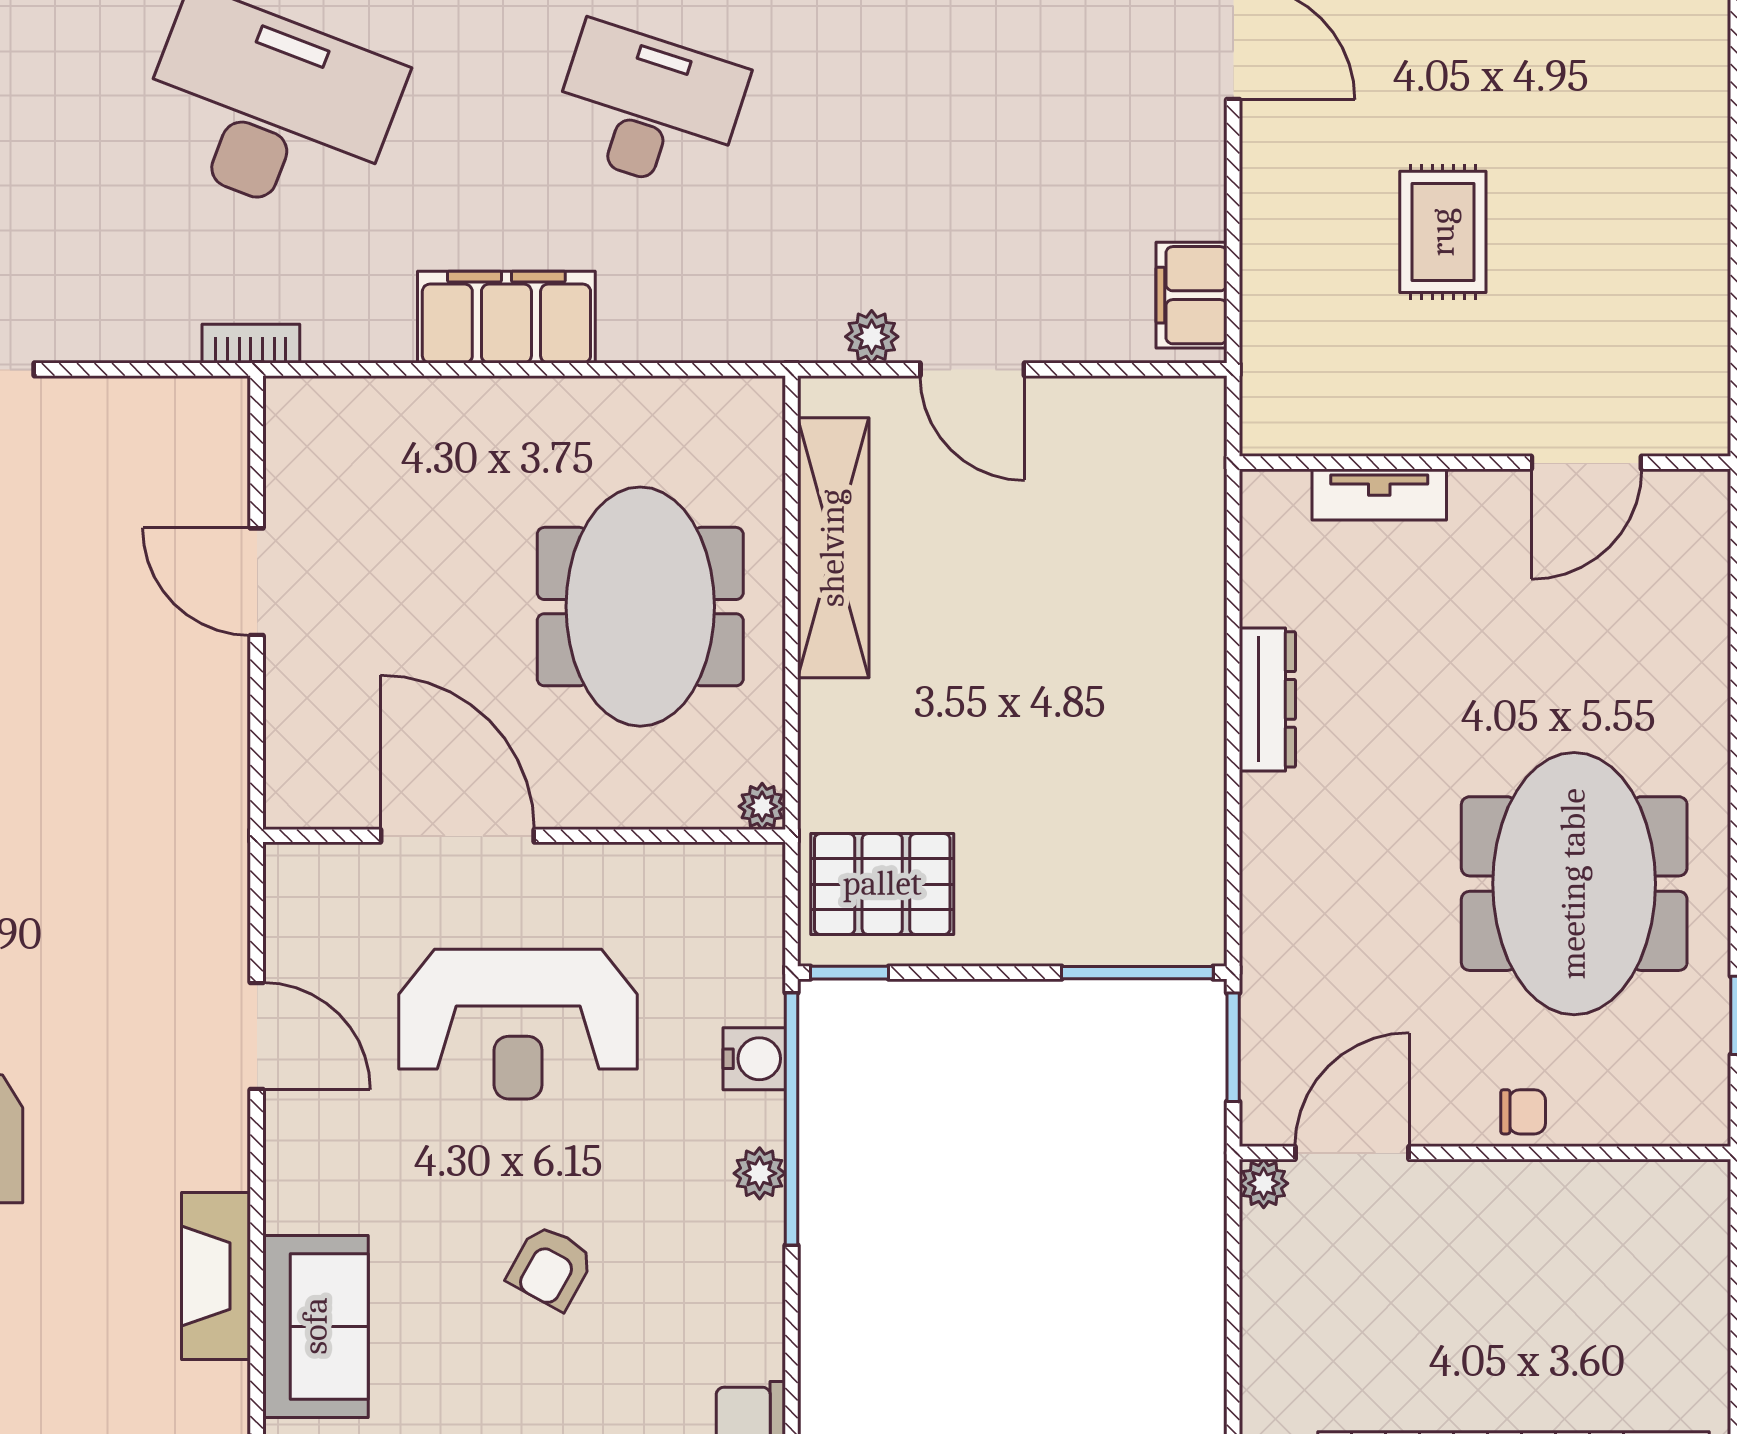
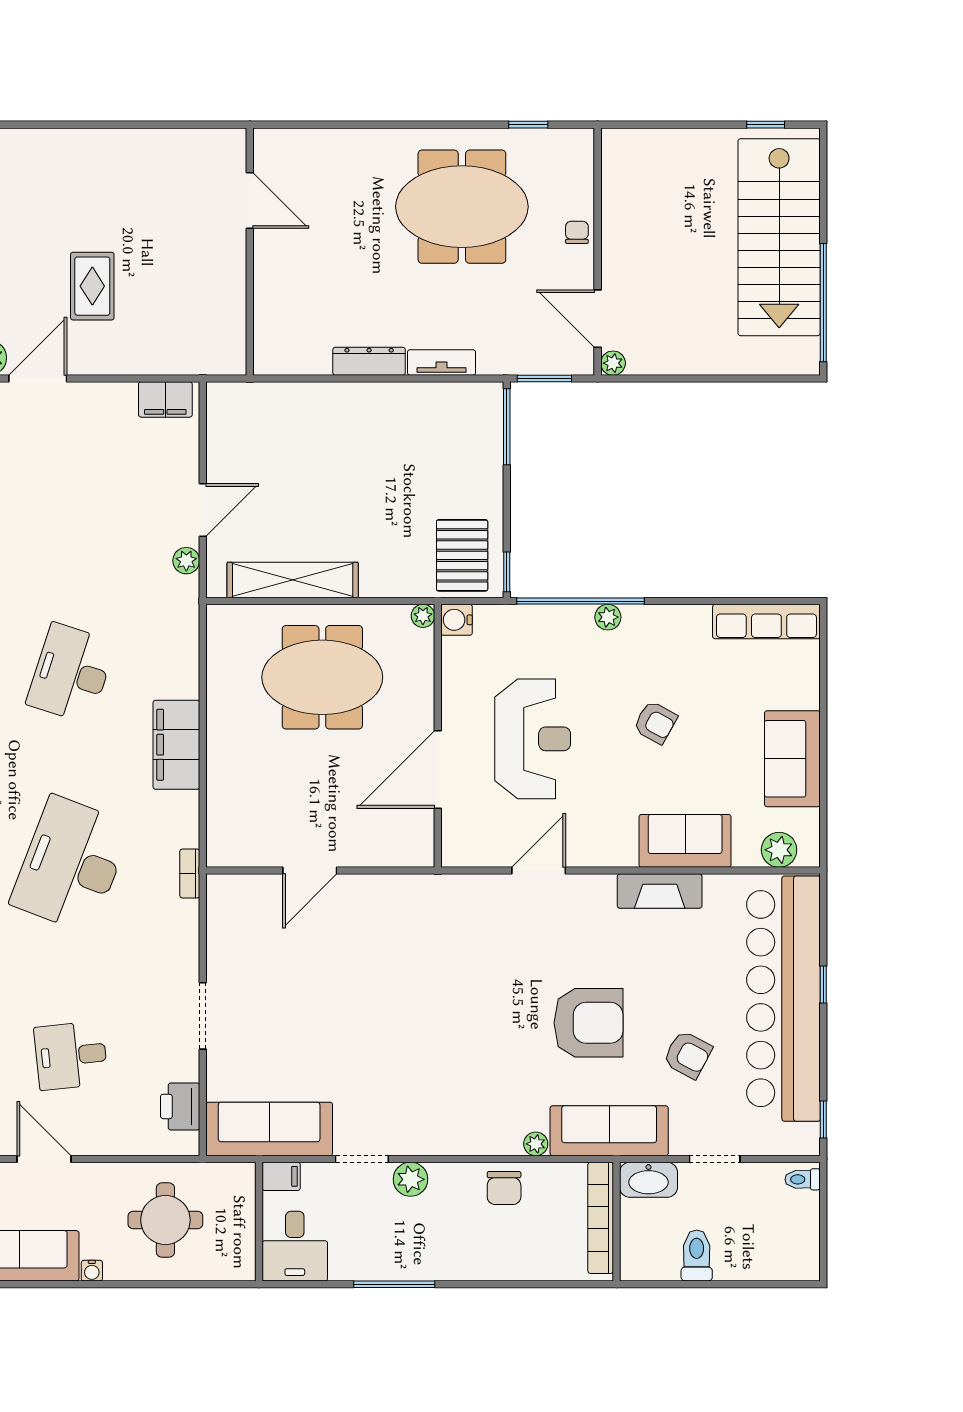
rug: (1443, 232) -> (92, 286), moved, turned 90
tv unit: (1379, 494) -> (441, 362), moved, turned -90
water cooler: (754, 1059) -> (457, 620), moved, turned -90

